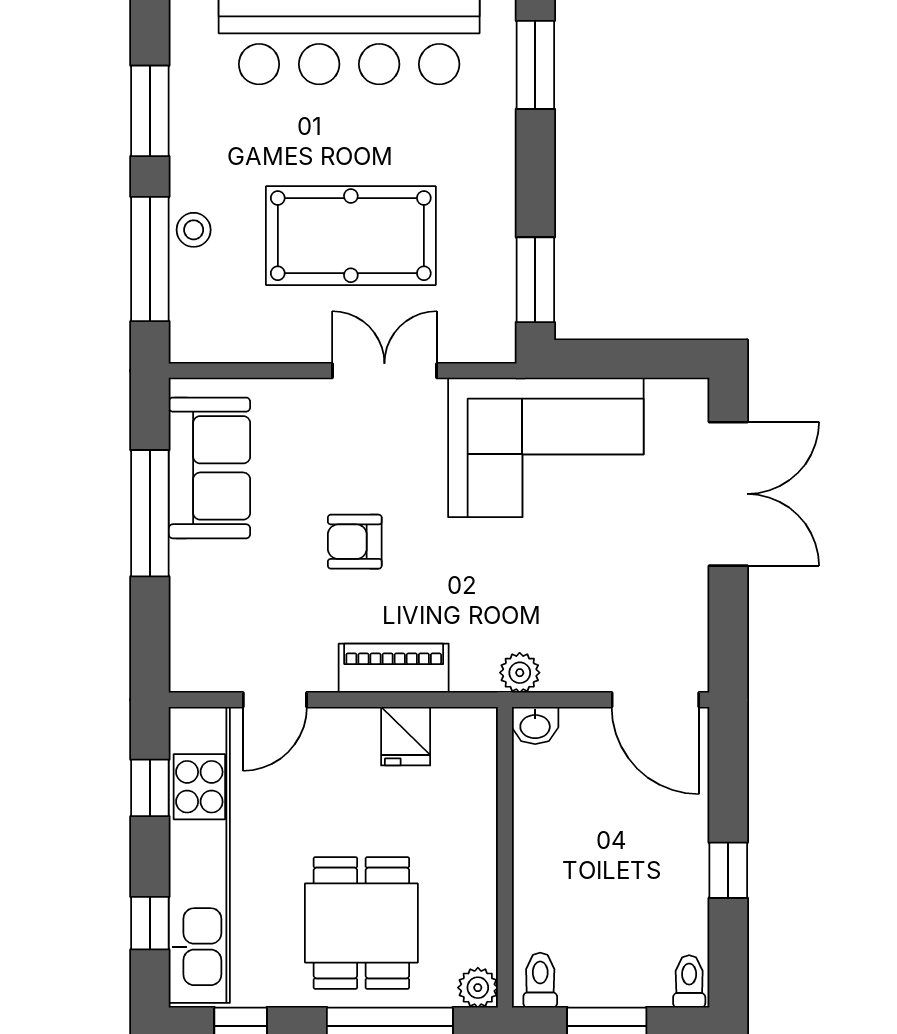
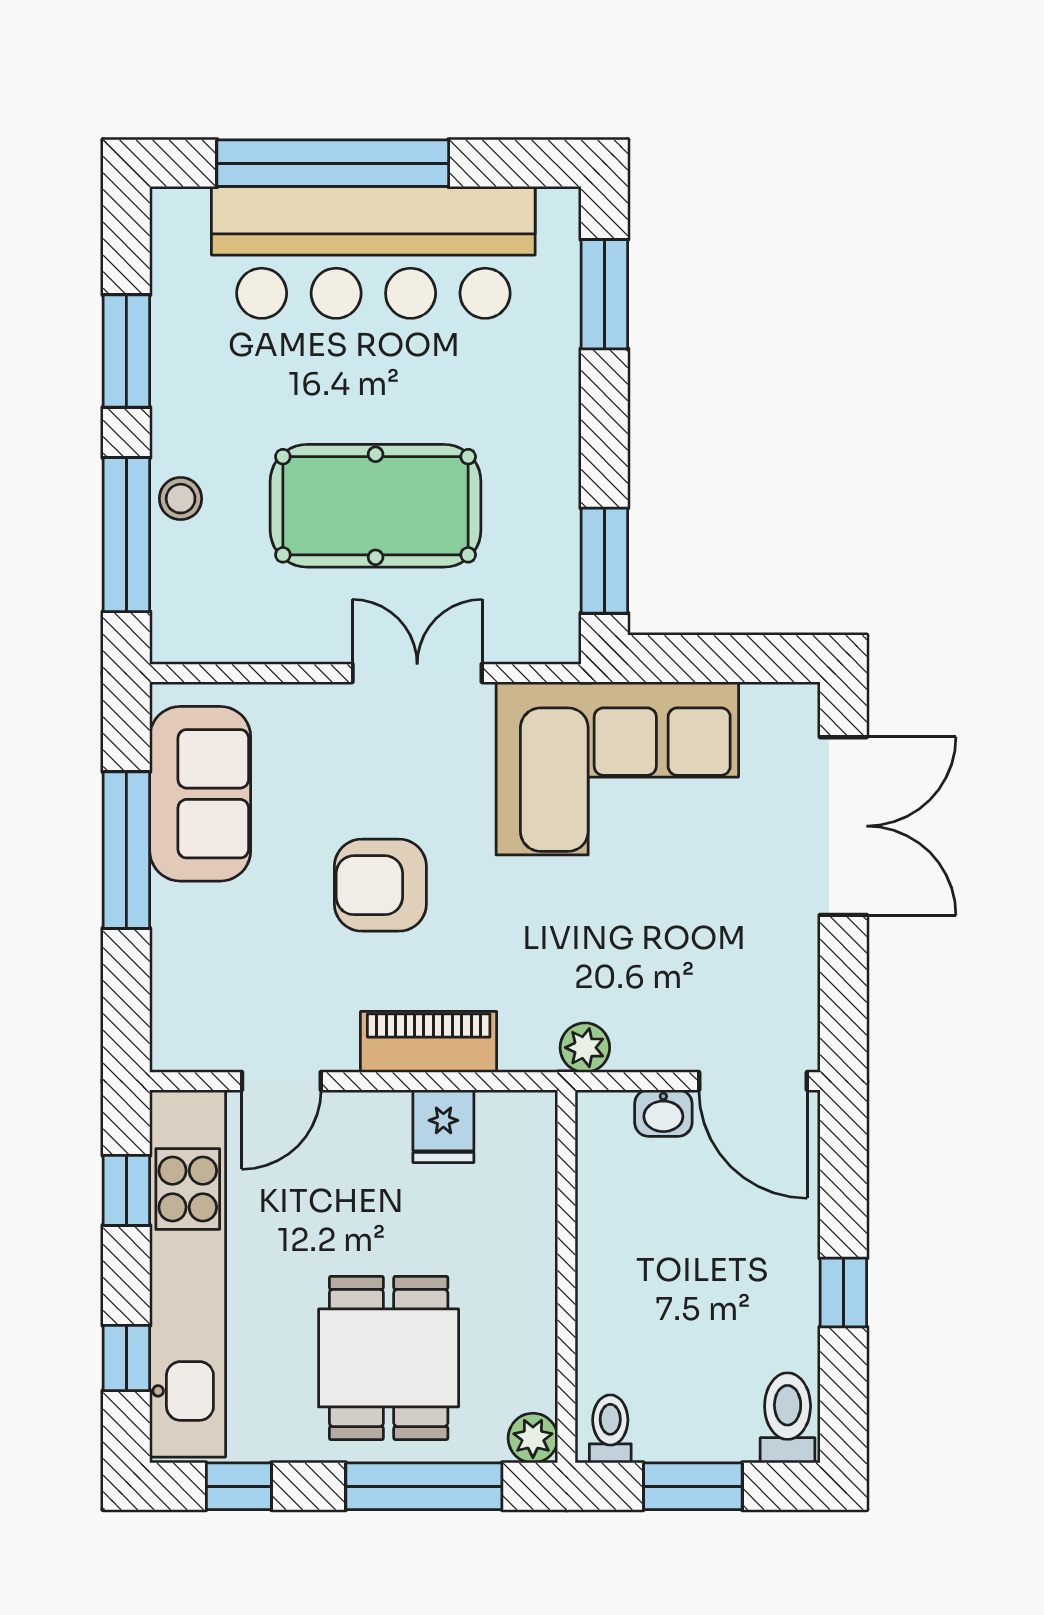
armchair: (355, 542) -> (380, 885), width x1.38, depth x1.38
washbasin: (535, 725) -> (663, 1113), moved
toilet: (689, 981) -> (788, 1418), width x1.37, depth x1.39

